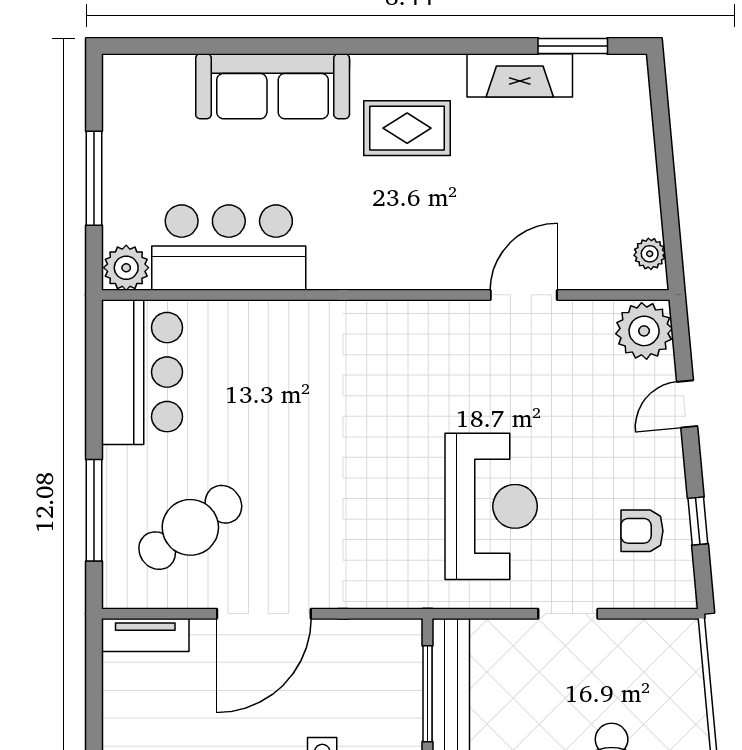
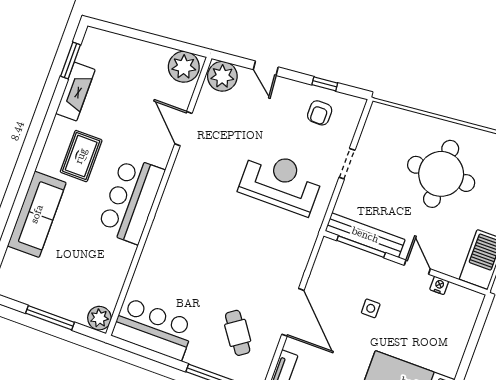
bar counter: (229, 248) -> (131, 200), moved
plant: (650, 254) -> (184, 67), width x1.88, depth x1.88
cafe table: (190, 527) -> (238, 333), width x0.73, depth x0.74

